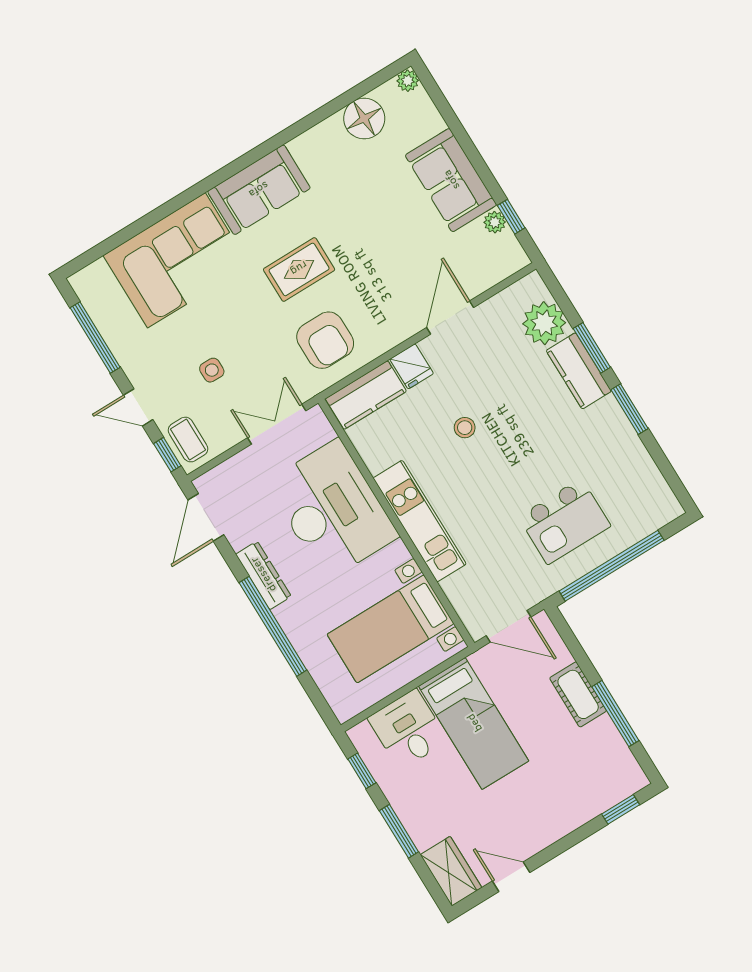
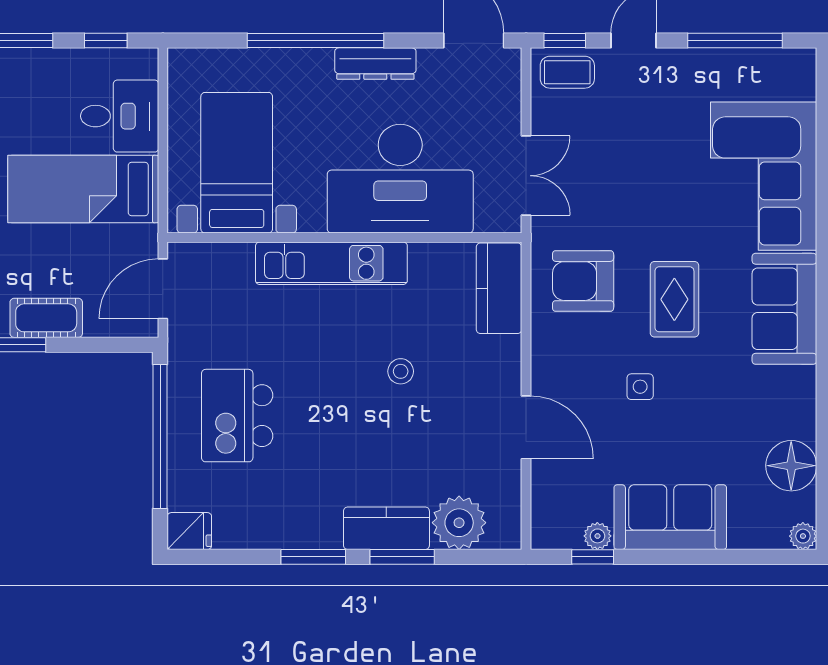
fridge: (412, 366) -> (189, 531), moved, turned 180
side table: (212, 370) -> (640, 387), moved

